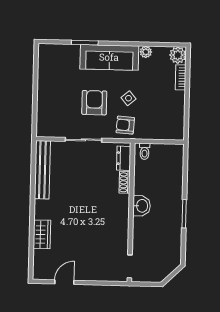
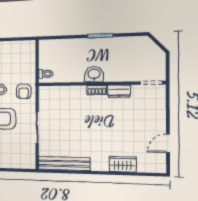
dresser: (124, 158) -> (119, 91), moved
shoe rack: (125, 182) -> (97, 90), moved
door: (64, 282) -> (168, 143), hinge flipped

